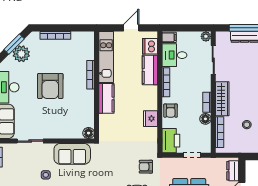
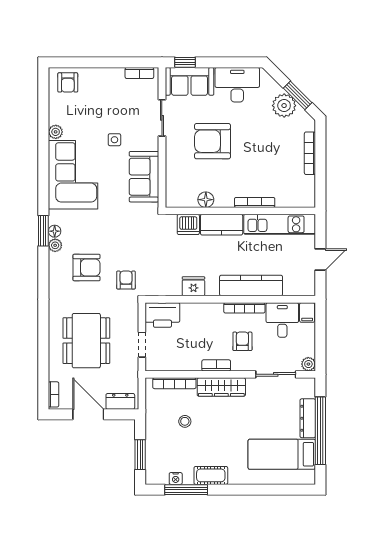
door: (131, 28) -> (320, 259), hinge flipped
dishwasher: (150, 46) -> (188, 224), moved, turned 180
kitchen counter: (150, 70) -> (251, 286), width x1.50
armchair: (50, 86) -> (212, 141), moved
armchair: (171, 111) -> (242, 341), moved, turned 90
floor lamp: (205, 119) -> (193, 363), removed
floor lamp: (89, 133) -> (206, 200), moved

